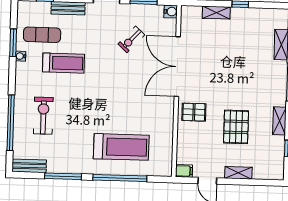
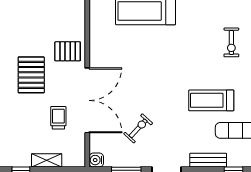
trolley: (204, 51) -> (58, 118), added
exercise bike: (43, 116) -> (231, 42), width x0.73, depth x0.72
pallet: (236, 127) -> (31, 75), moved

